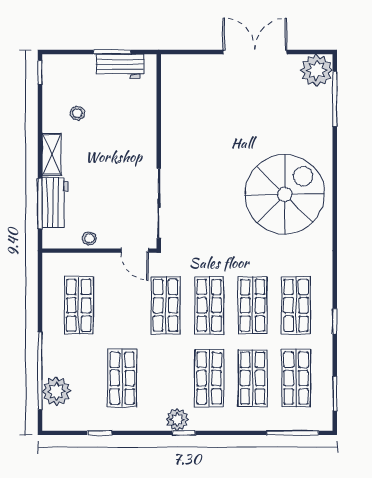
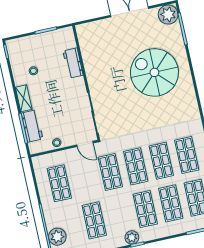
workbench: (120, 66) -> (73, 63), moved, turned 90
spiral stairs: (285, 194) -> (154, 72), moved, turned -90

